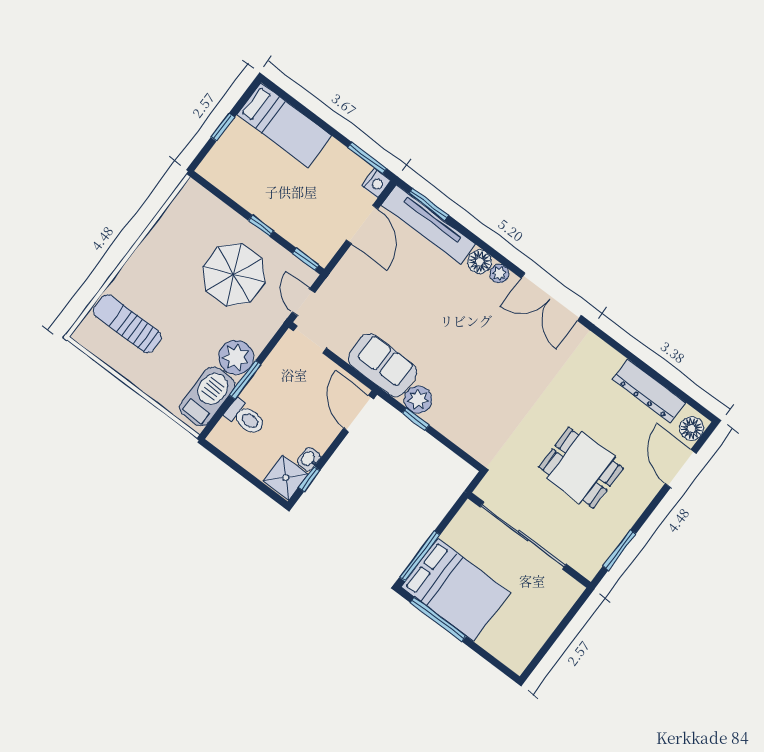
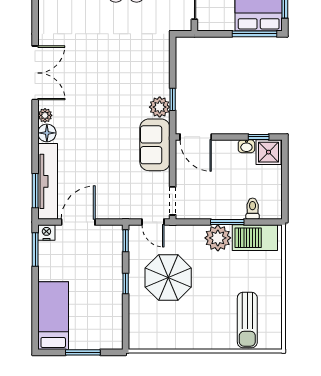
window: (223, 127) -> (83, 352), width x1.50
door: (303, 302) -> (153, 222), hinge flipped
door: (358, 414) -> (196, 137), hinge flipped
toilet: (245, 417) -> (253, 209), width x0.73, depth x0.72

